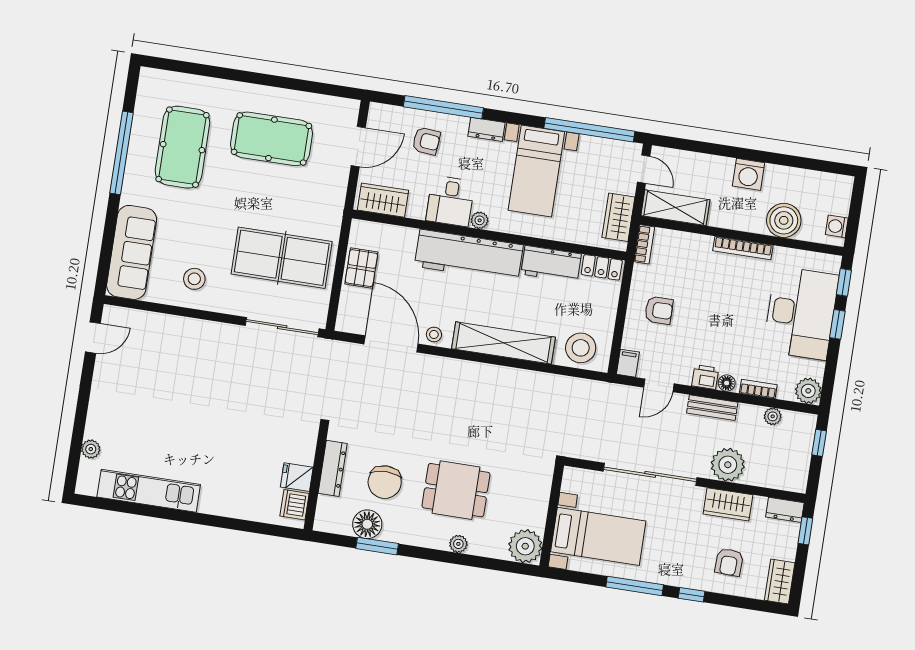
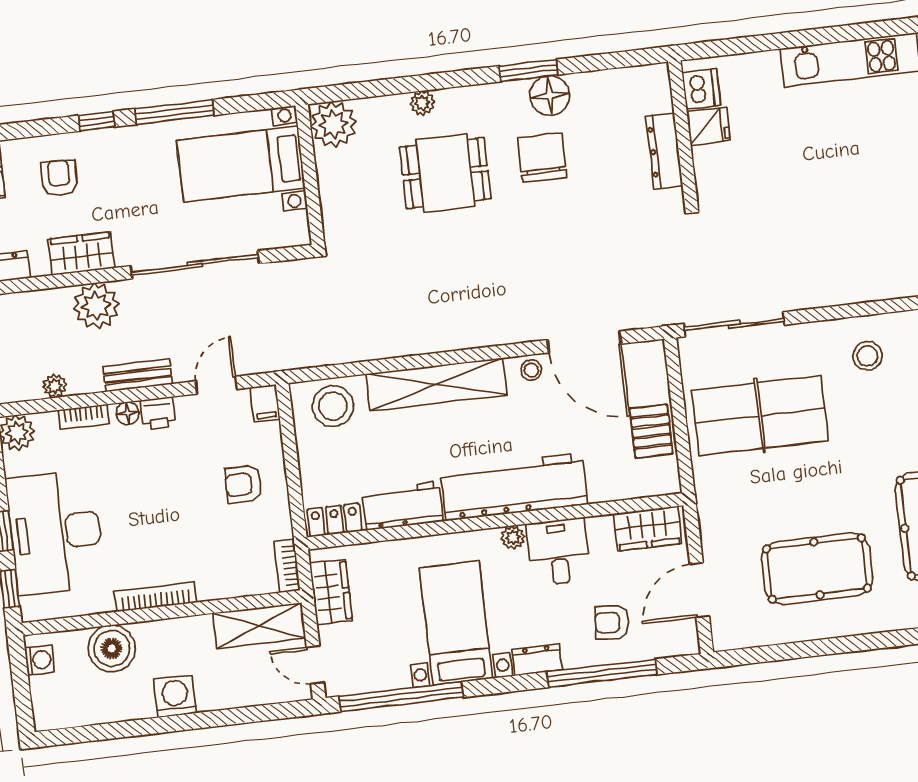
dresser: (333, 468) -> (664, 151), moved
fridge: (297, 477) -> (708, 126), moved
wall: (316, 479) -> (683, 131), moved
dishwasher: (294, 505) -> (701, 89), moved

